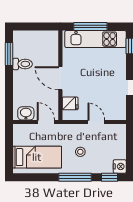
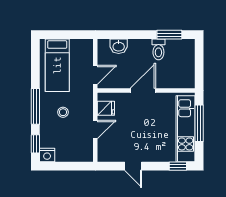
fridge: (70, 103) -> (106, 108), moved, turned -90
washbasin: (26, 113) -> (119, 46), moved, turned 90

